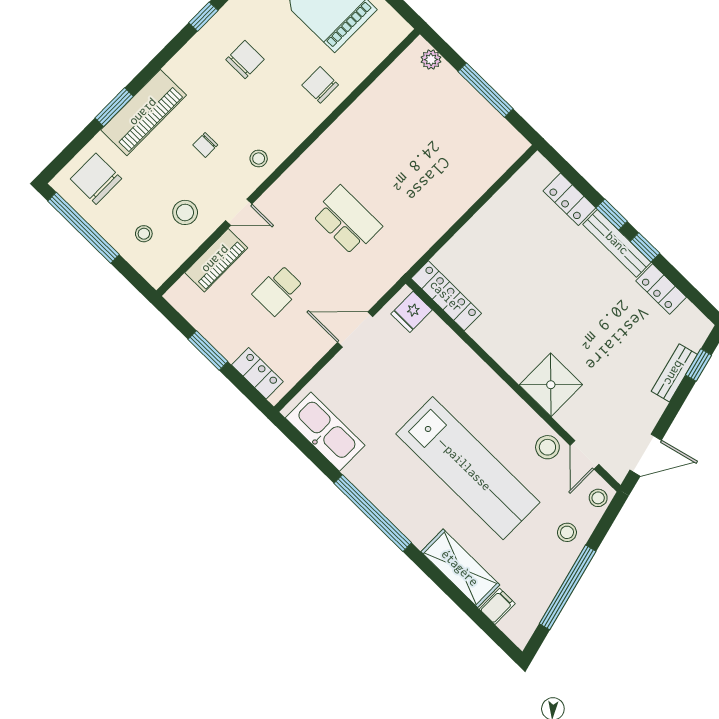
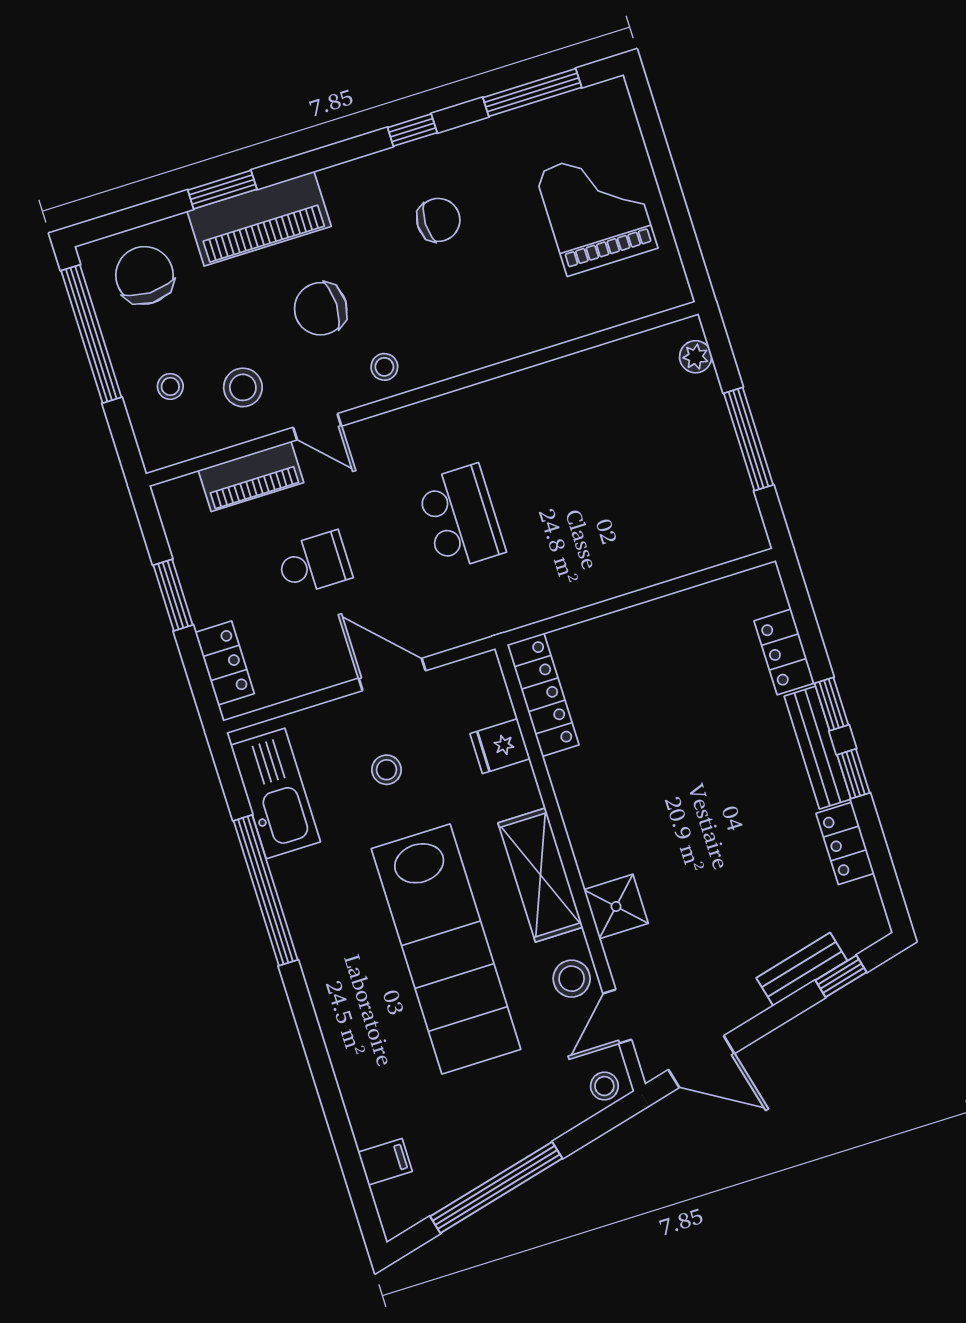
chair: (320, 85) -> (524, 310), removed
chair: (205, 145) -> (321, 309), width x1.87, depth x1.87
school desk: (278, 290) -> (314, 563), turned 180
fridge: (411, 312) -> (500, 746), moved
shower: (551, 385) -> (616, 906), width x0.73, depth x0.73
window: (373, 513) -> (266, 890), moved
stool: (567, 532) -> (387, 770), moved
shelving: (460, 568) -> (541, 875), moved

